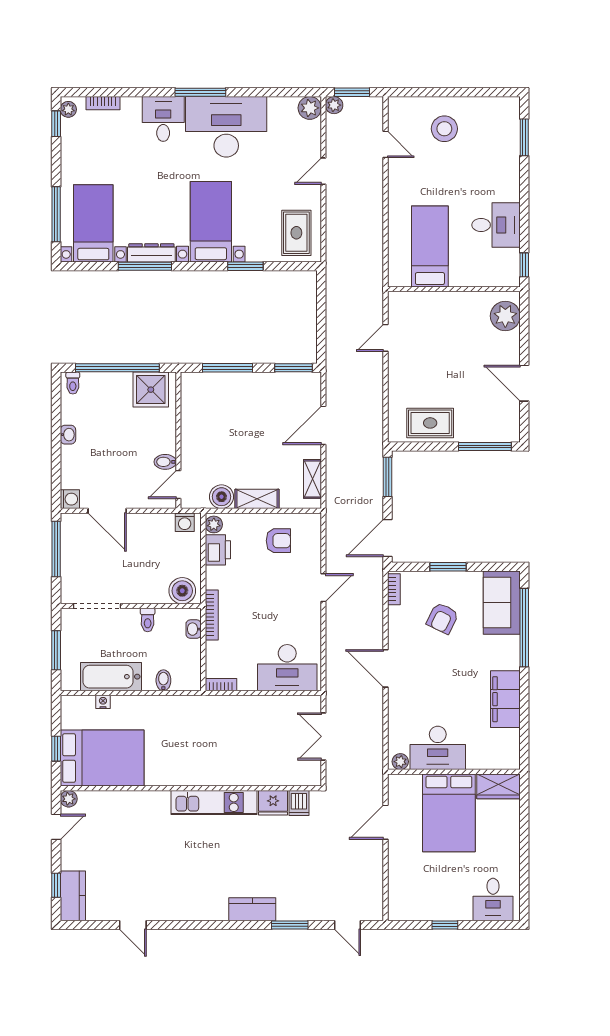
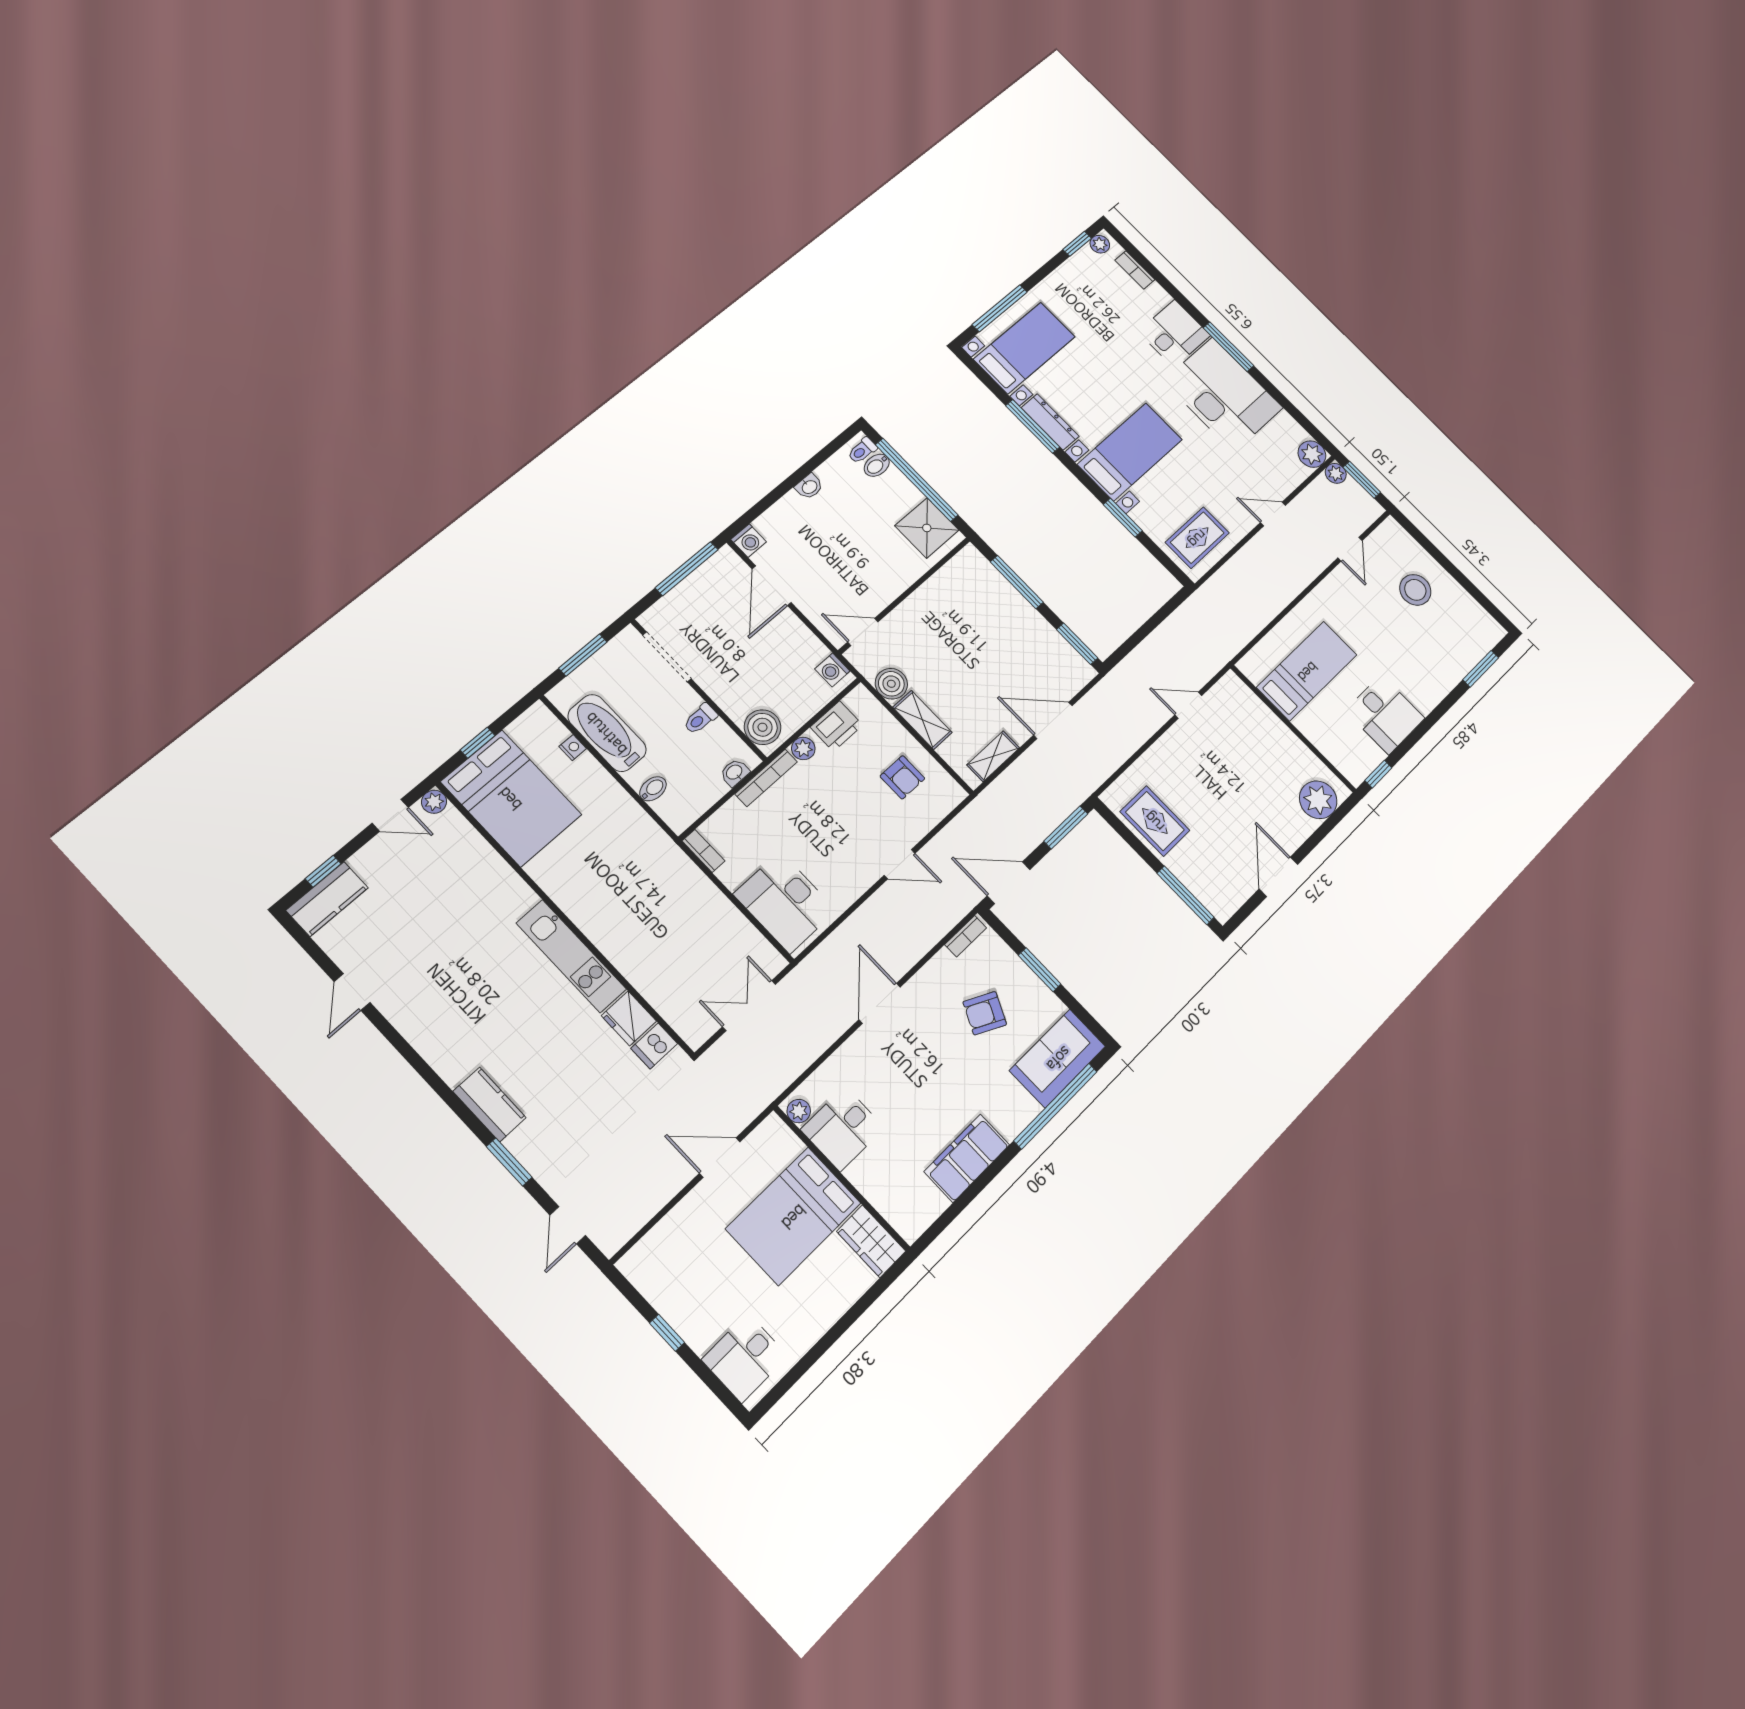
bidet: (165, 462) -> (877, 465), moved, turned -90
plant: (214, 524) -> (803, 748), moved
desk: (438, 748) -> (843, 1129), width x0.73

